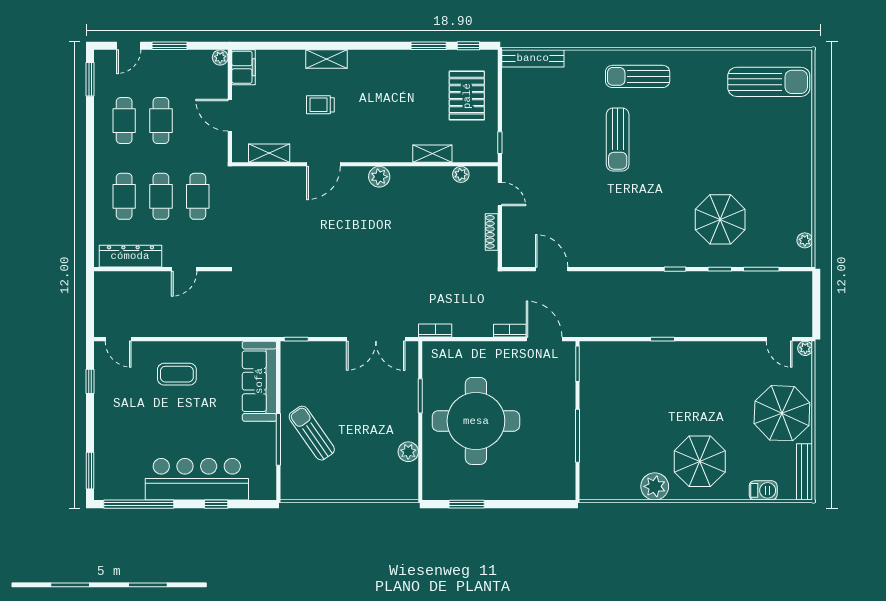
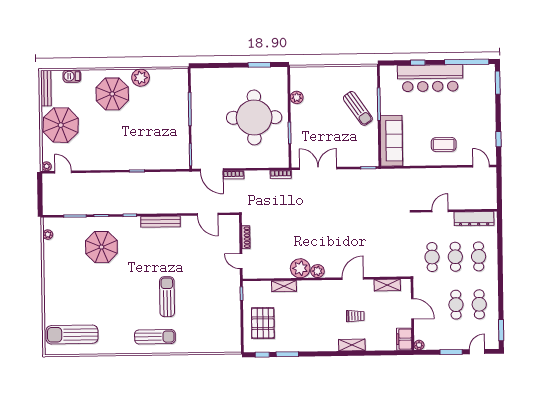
bench: (533, 58) -> (161, 222), moved
plant: (461, 174) -> (300, 268), moved, width x1.87, depth x1.87

